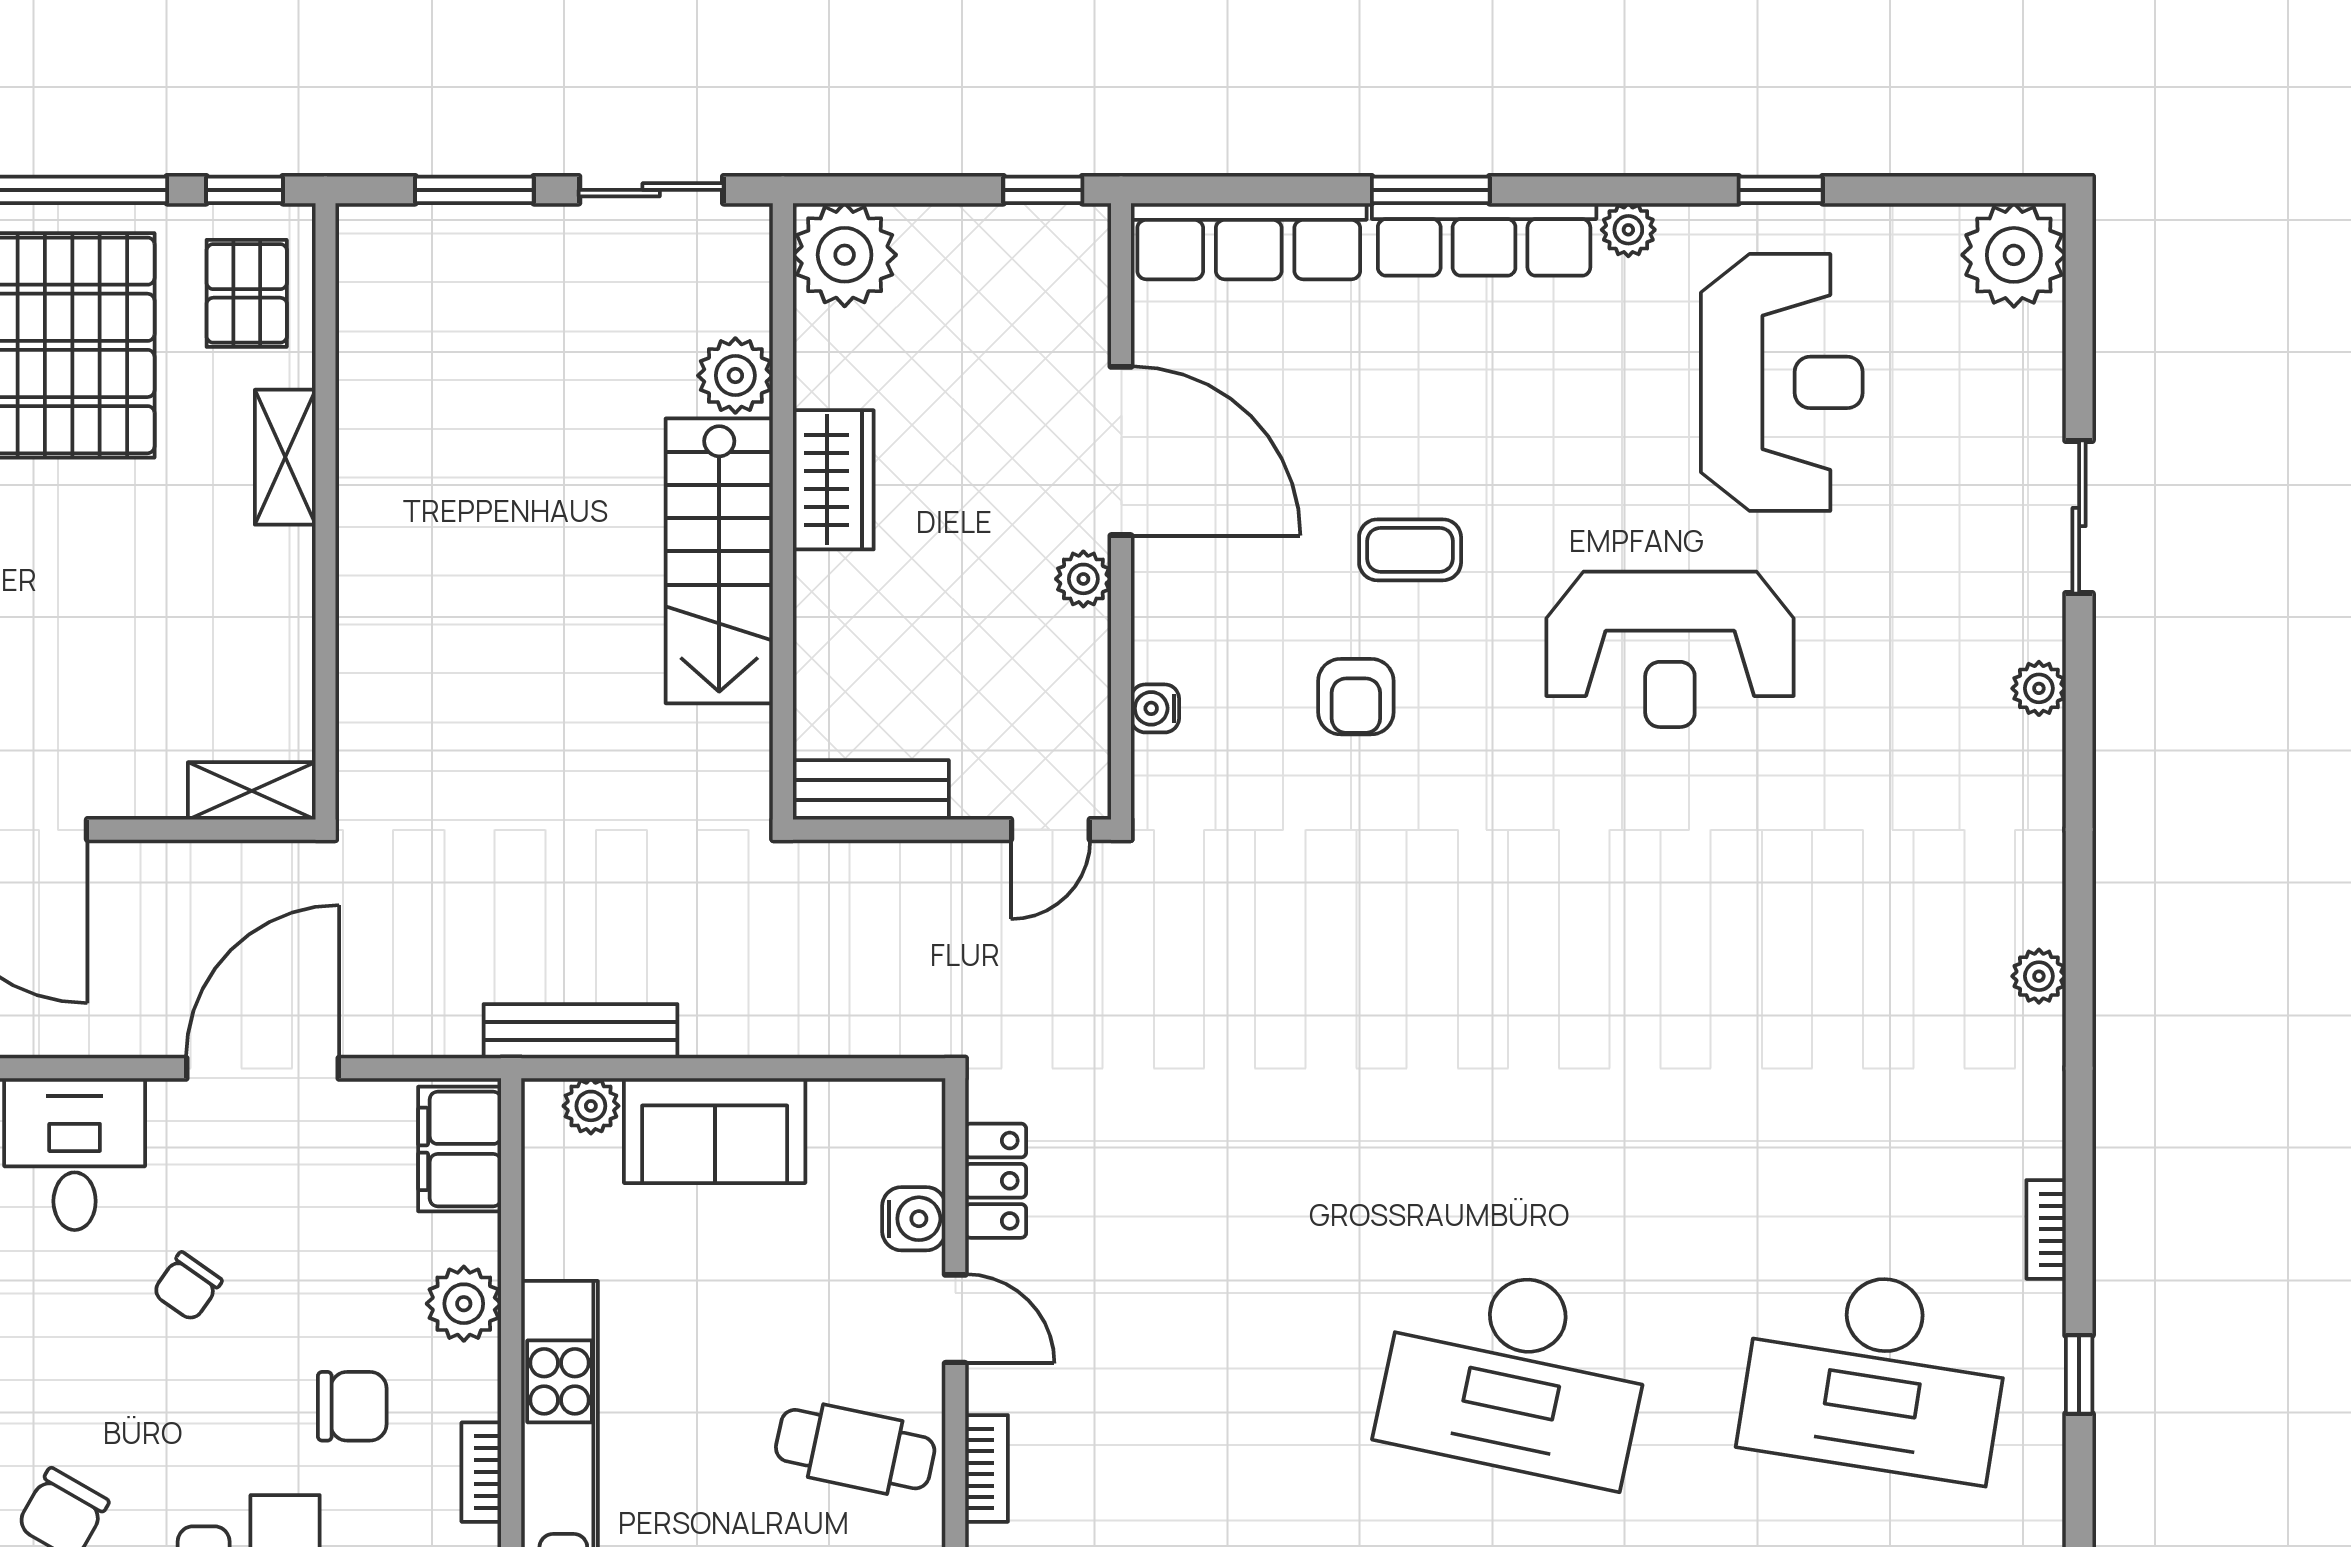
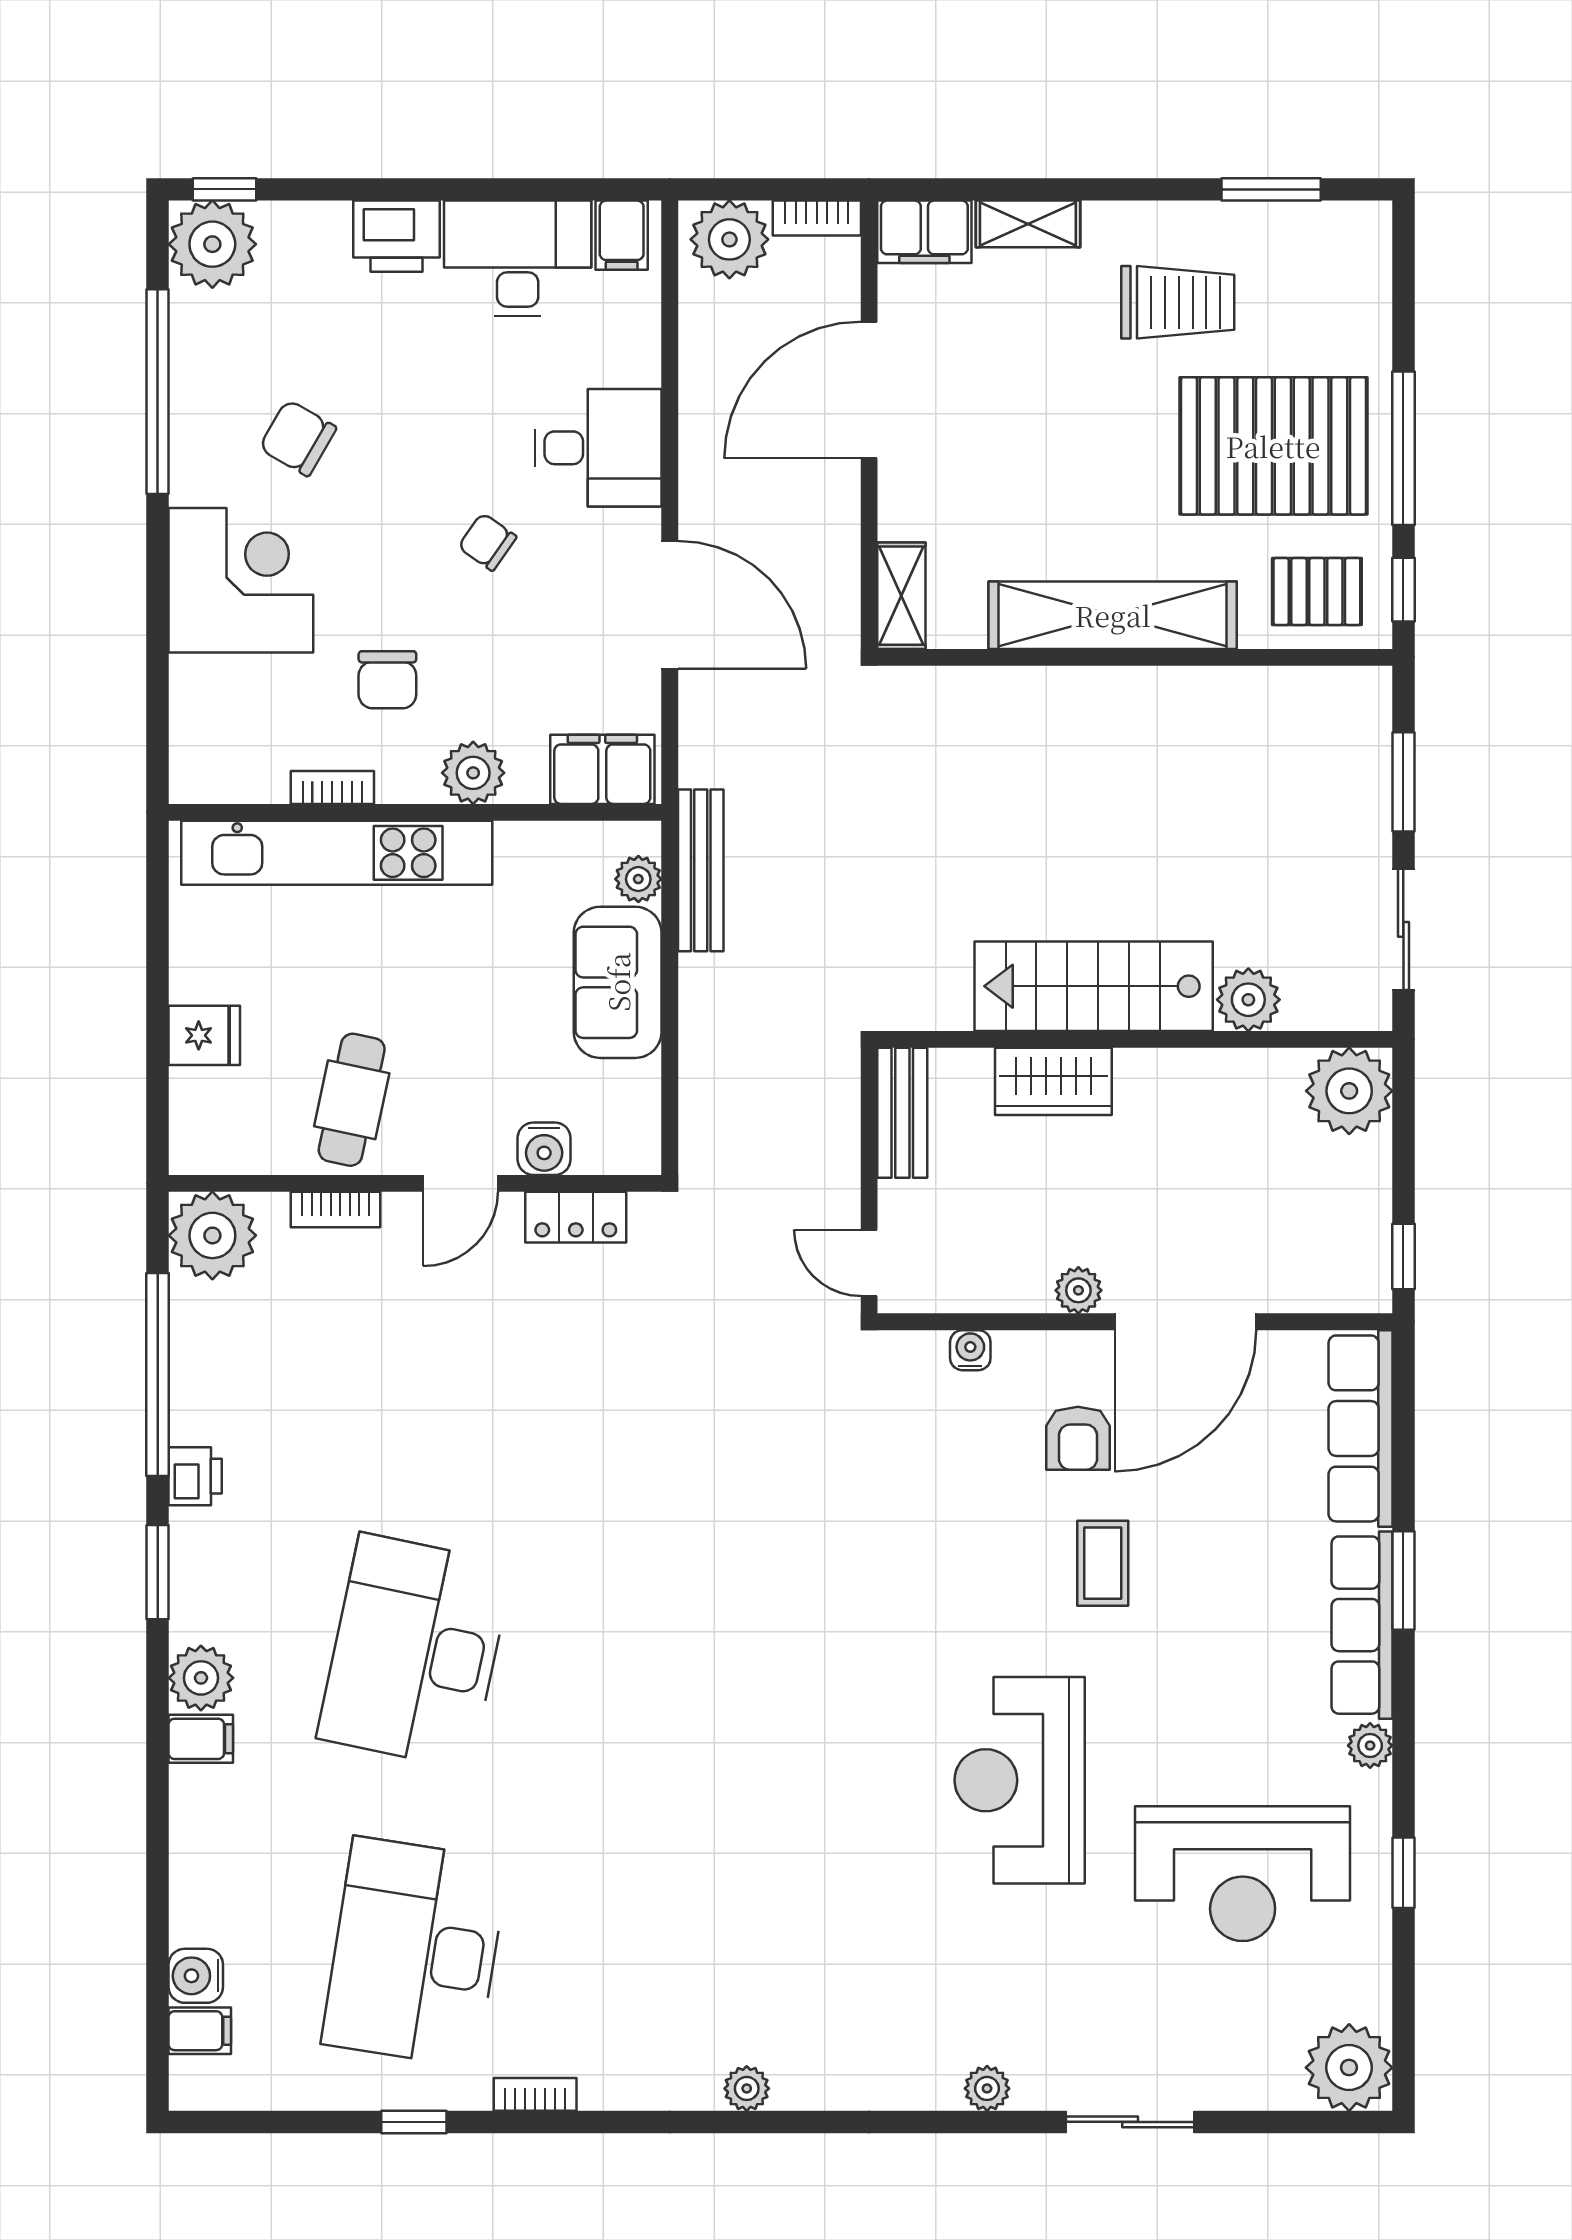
shelving: (285, 457) -> (1113, 615), width x2.20, depth x1.33
wardrobe: (833, 480) -> (1053, 1081), moved
armchair: (1356, 697) -> (1078, 1438), moved, turned -90

